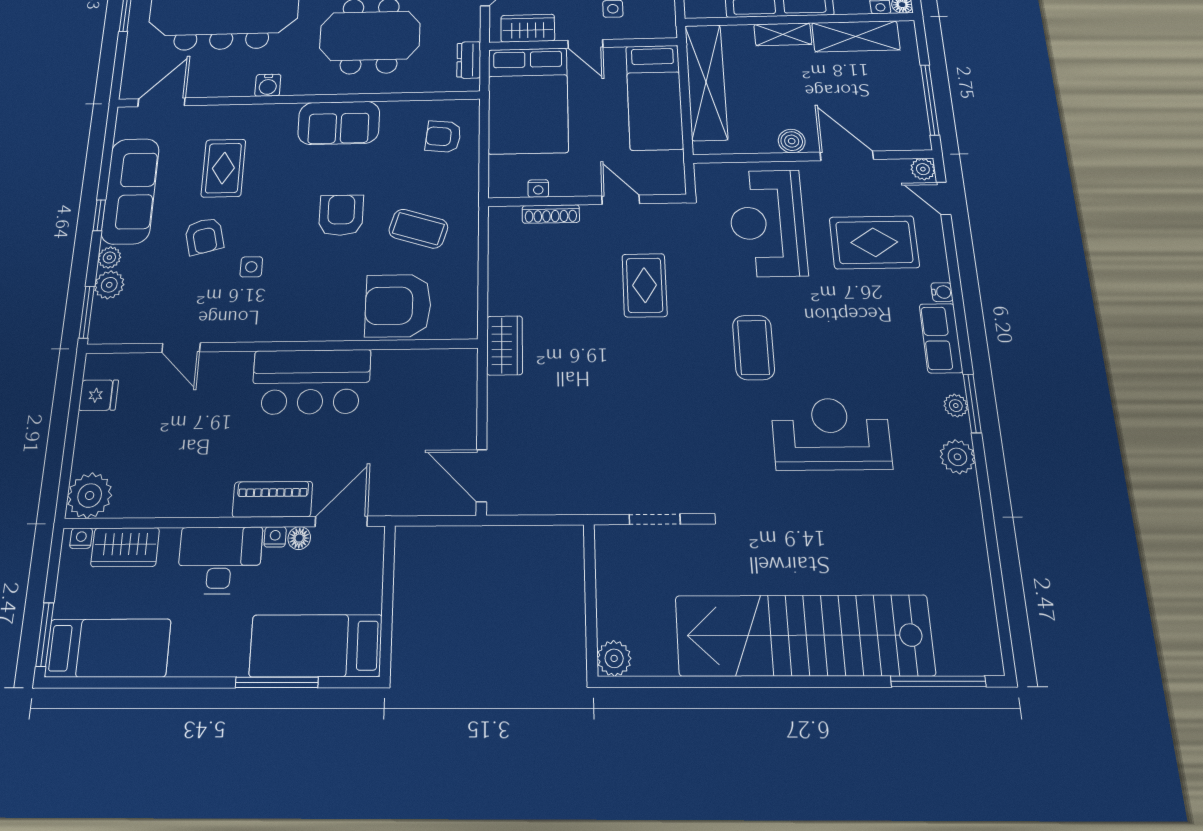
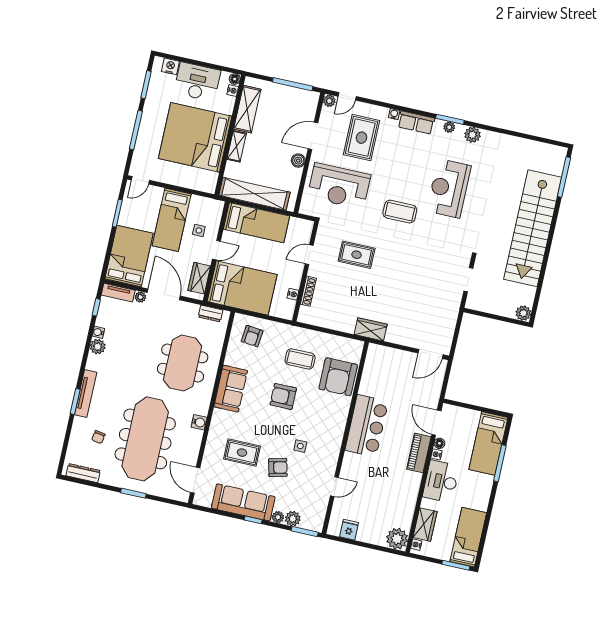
coffee table: (418, 229) -> (300, 359), turned 73

